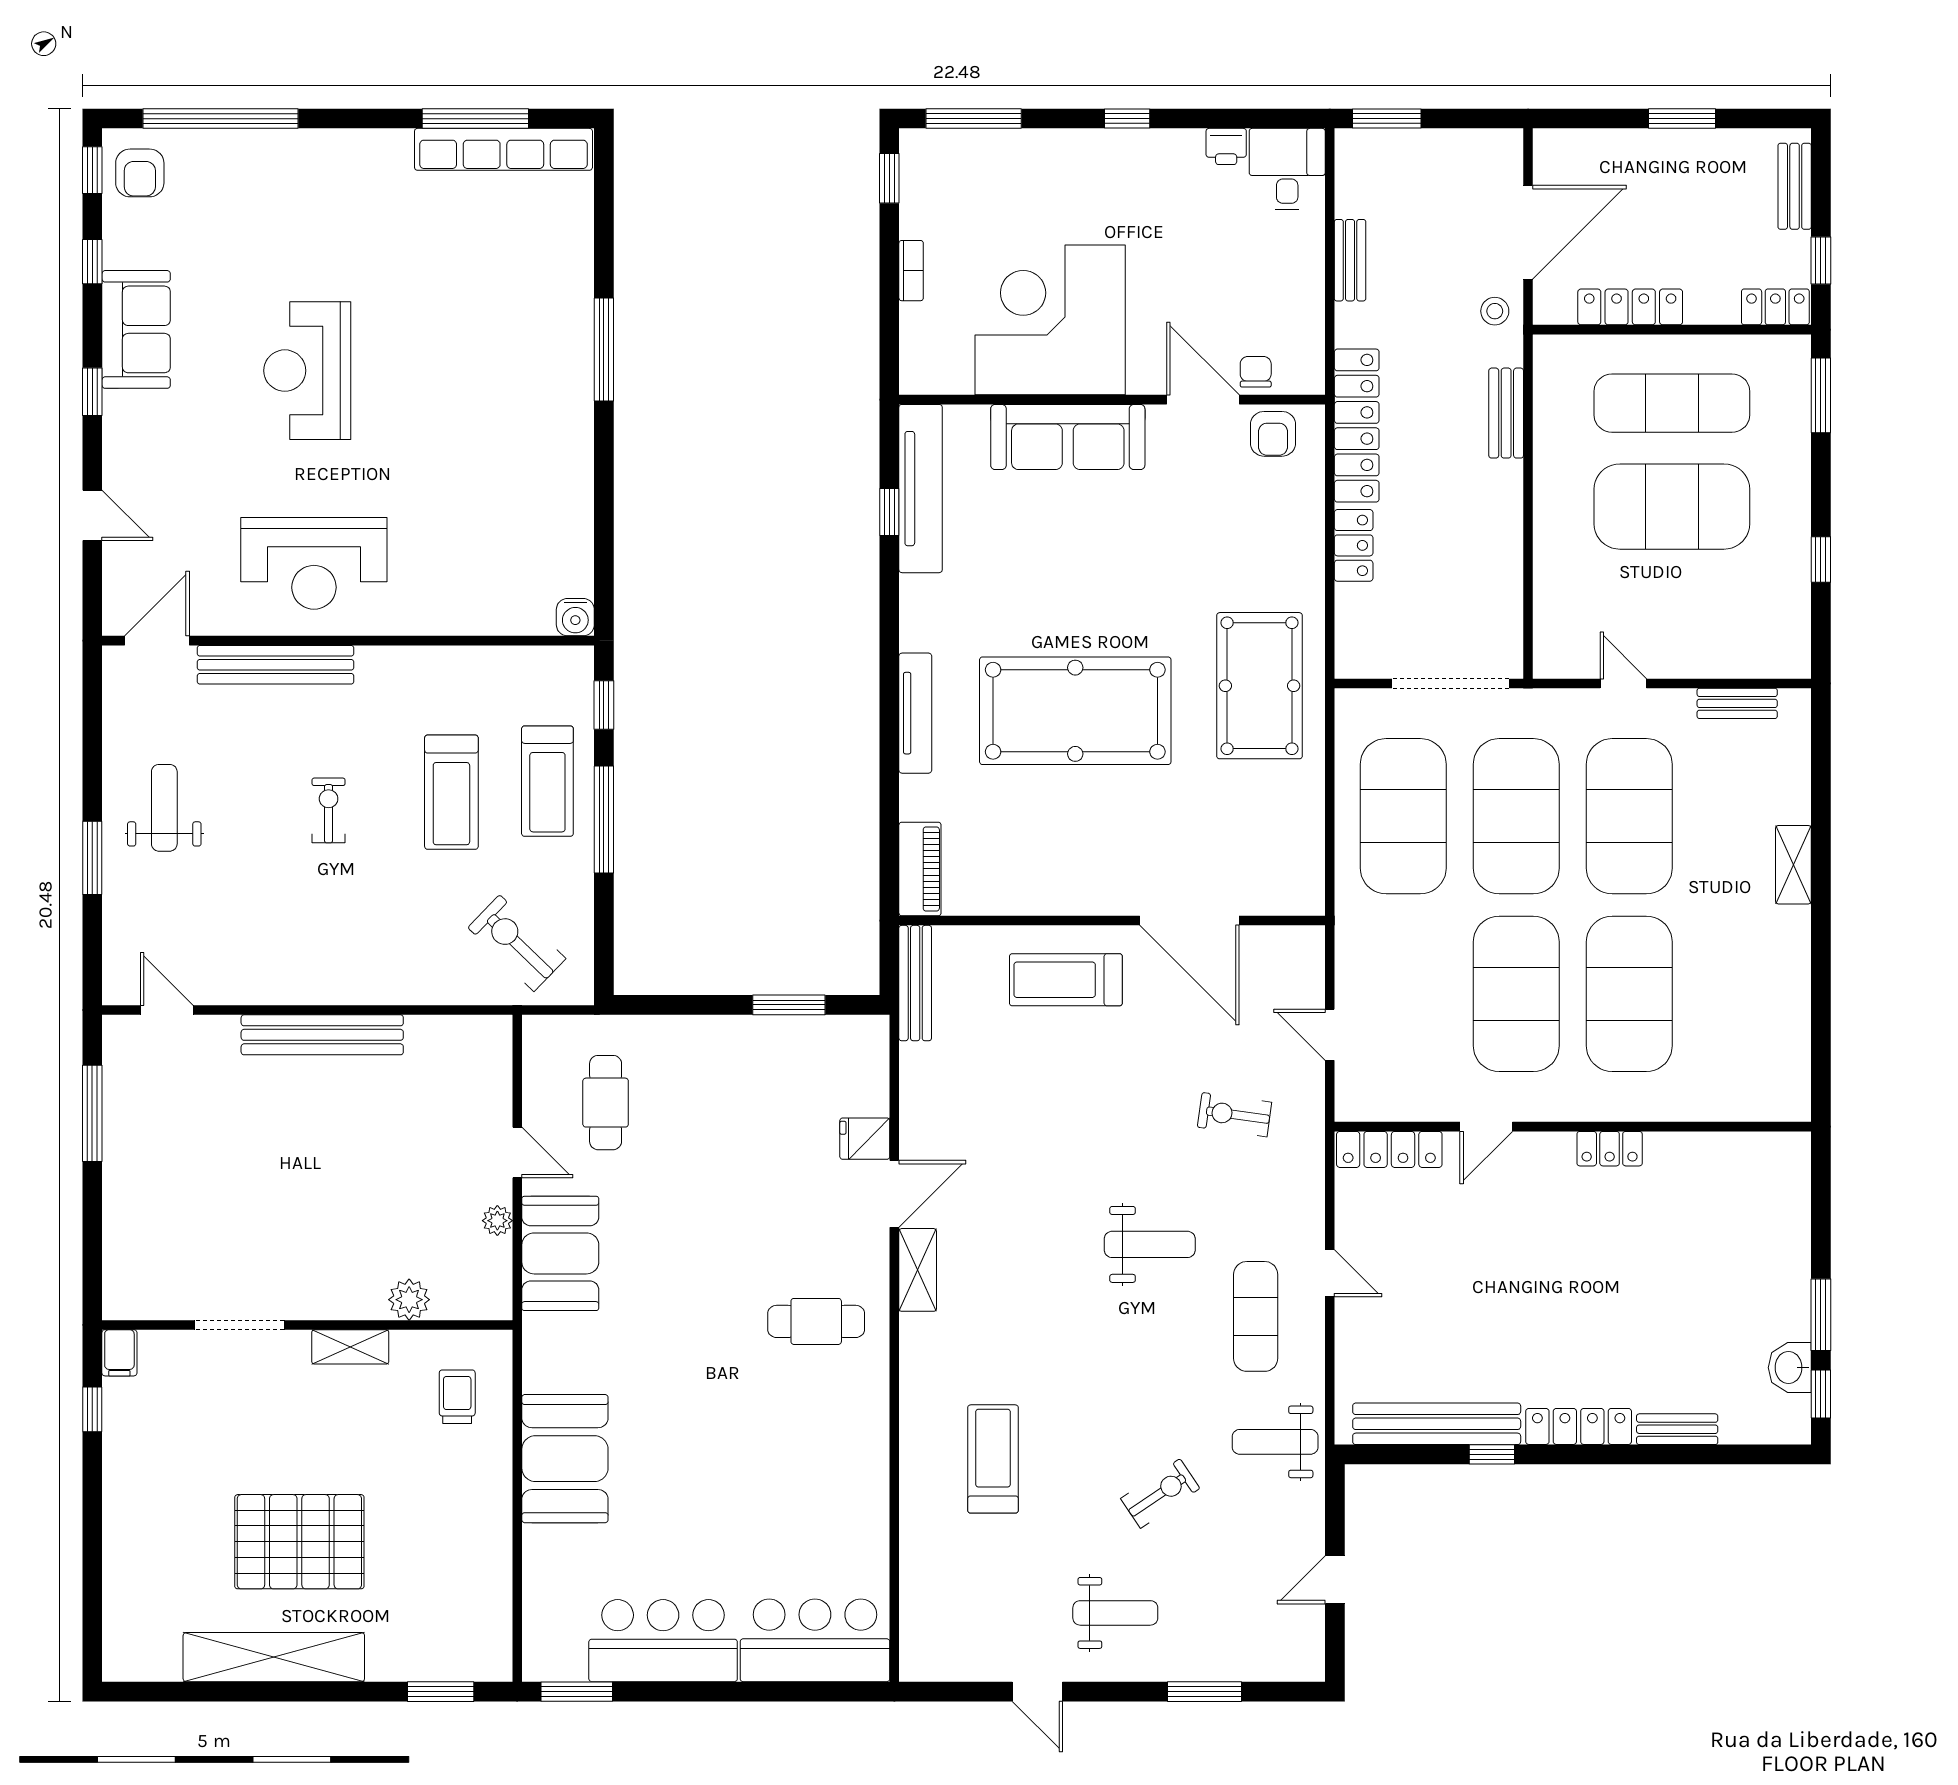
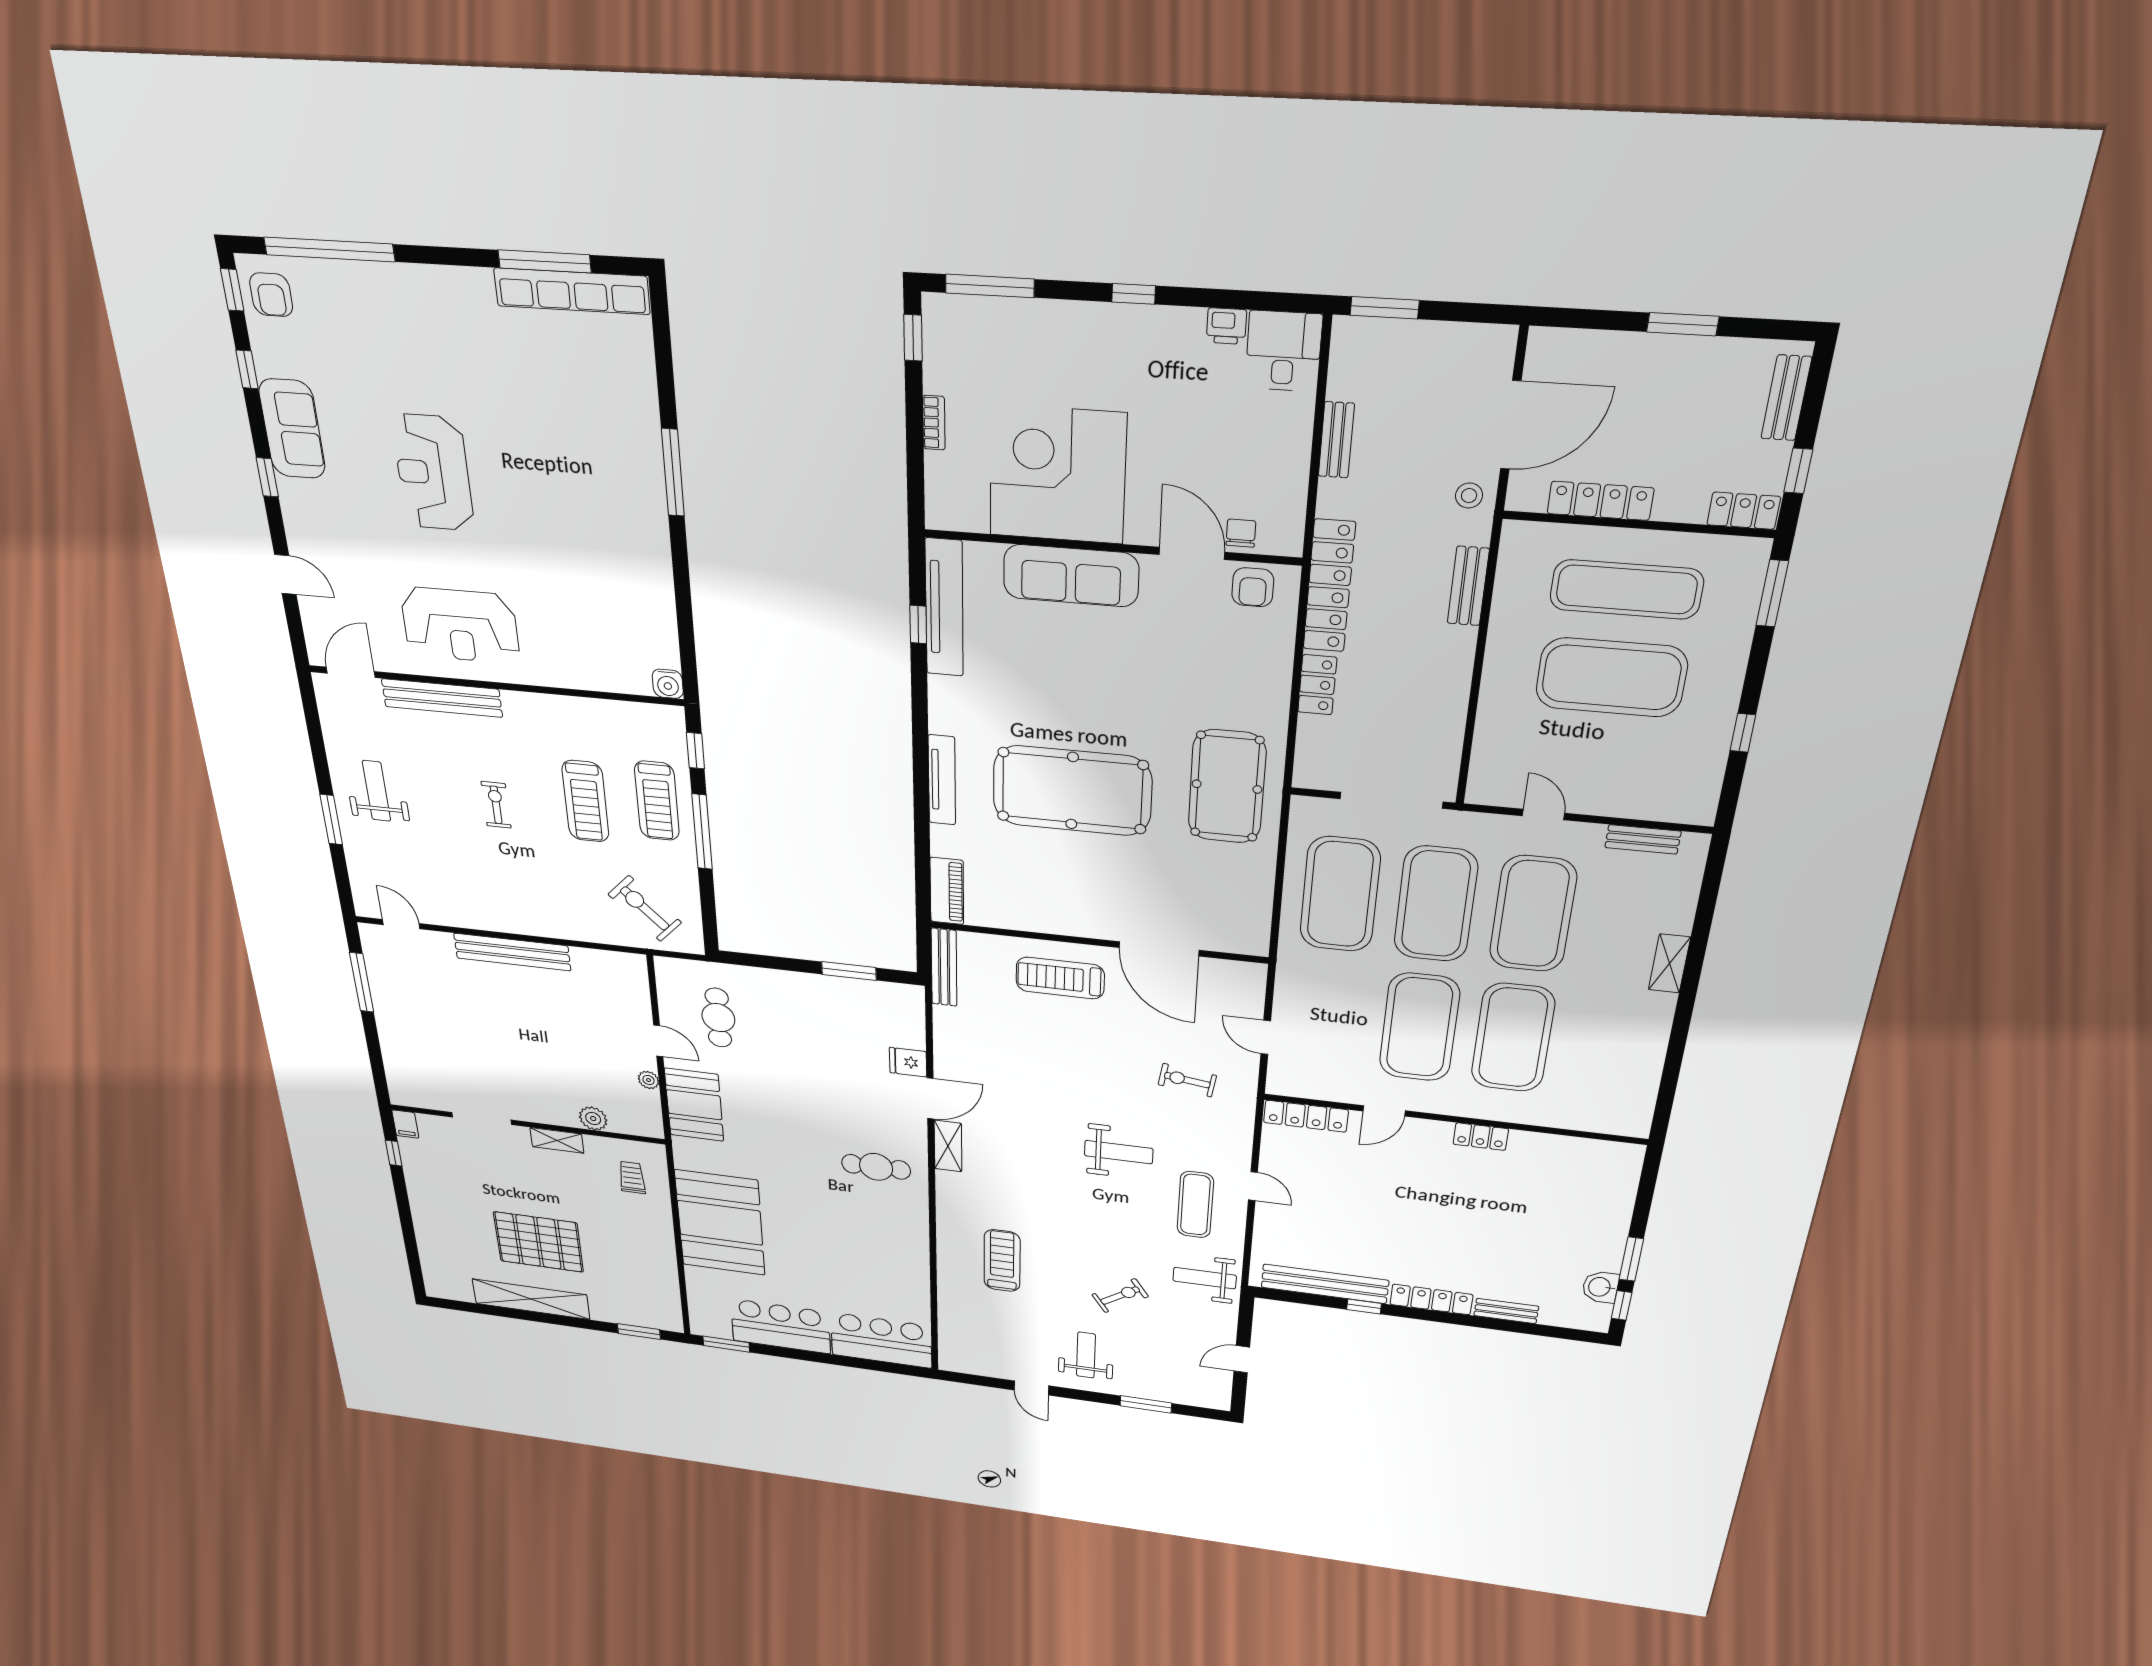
booth: (565, 1459) -> (720, 1223), width x1.36, depth x1.42
weight bench: (1115, 1613) -> (1086, 1355), turned -90

